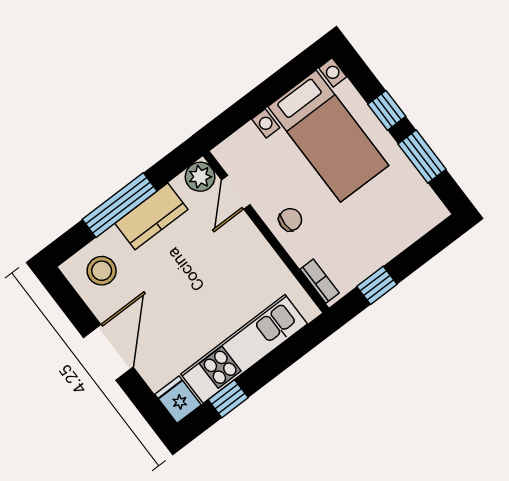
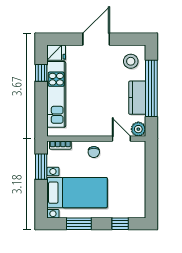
window: (387, 110) -> (120, 224), moved
bed with nightstands: (328, 136) -> (77, 193), moved, turned 180
window: (120, 205) -> (151, 88), width x1.46
window: (377, 285) -> (41, 167), width x1.50
door: (108, 352) -> (96, 39), swing flipped

